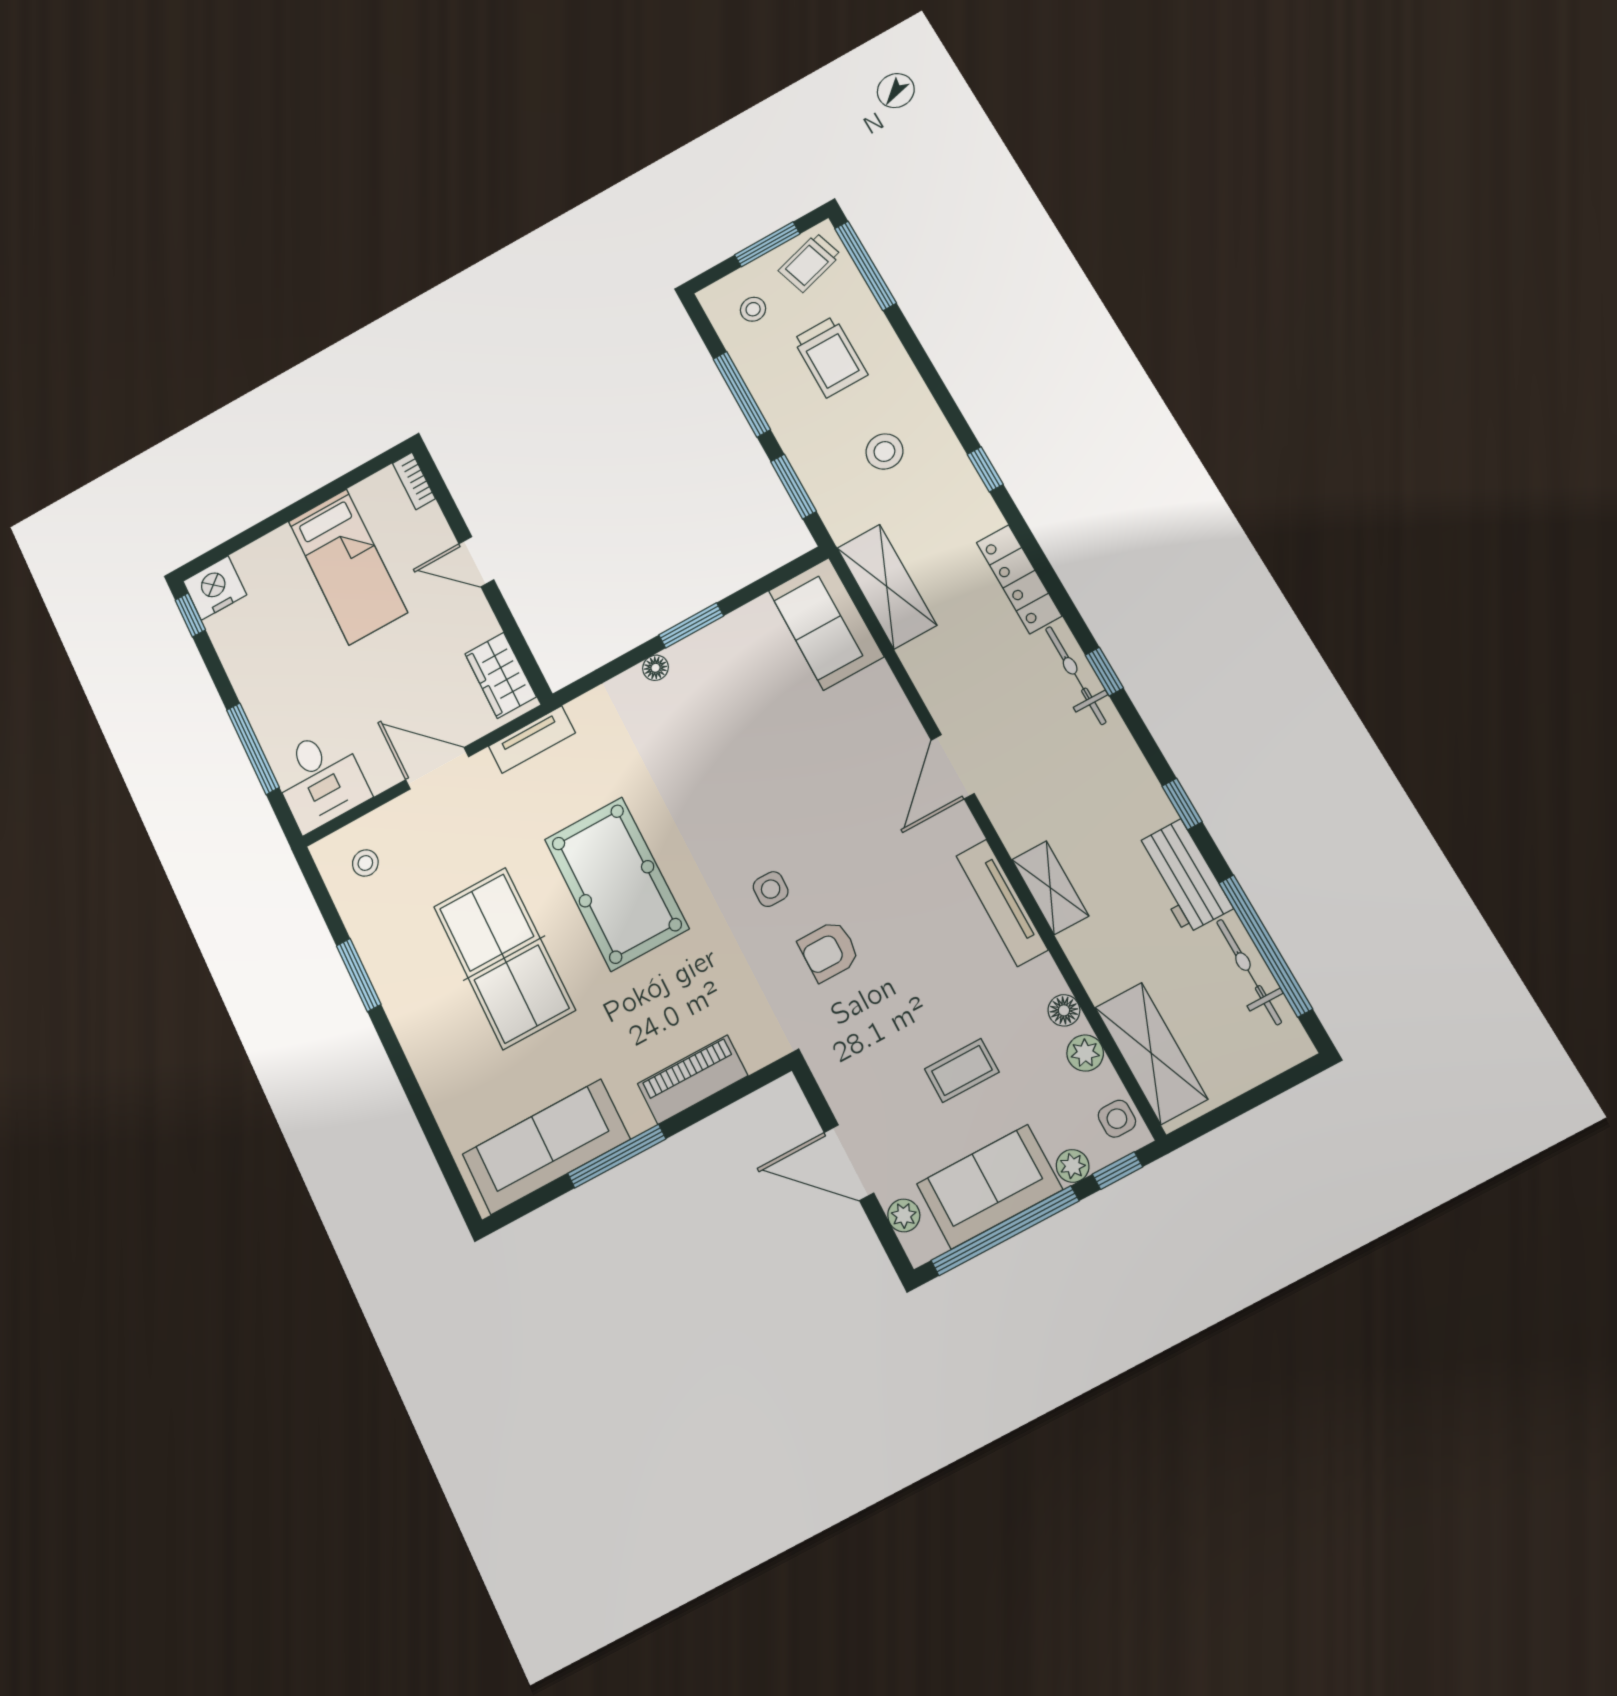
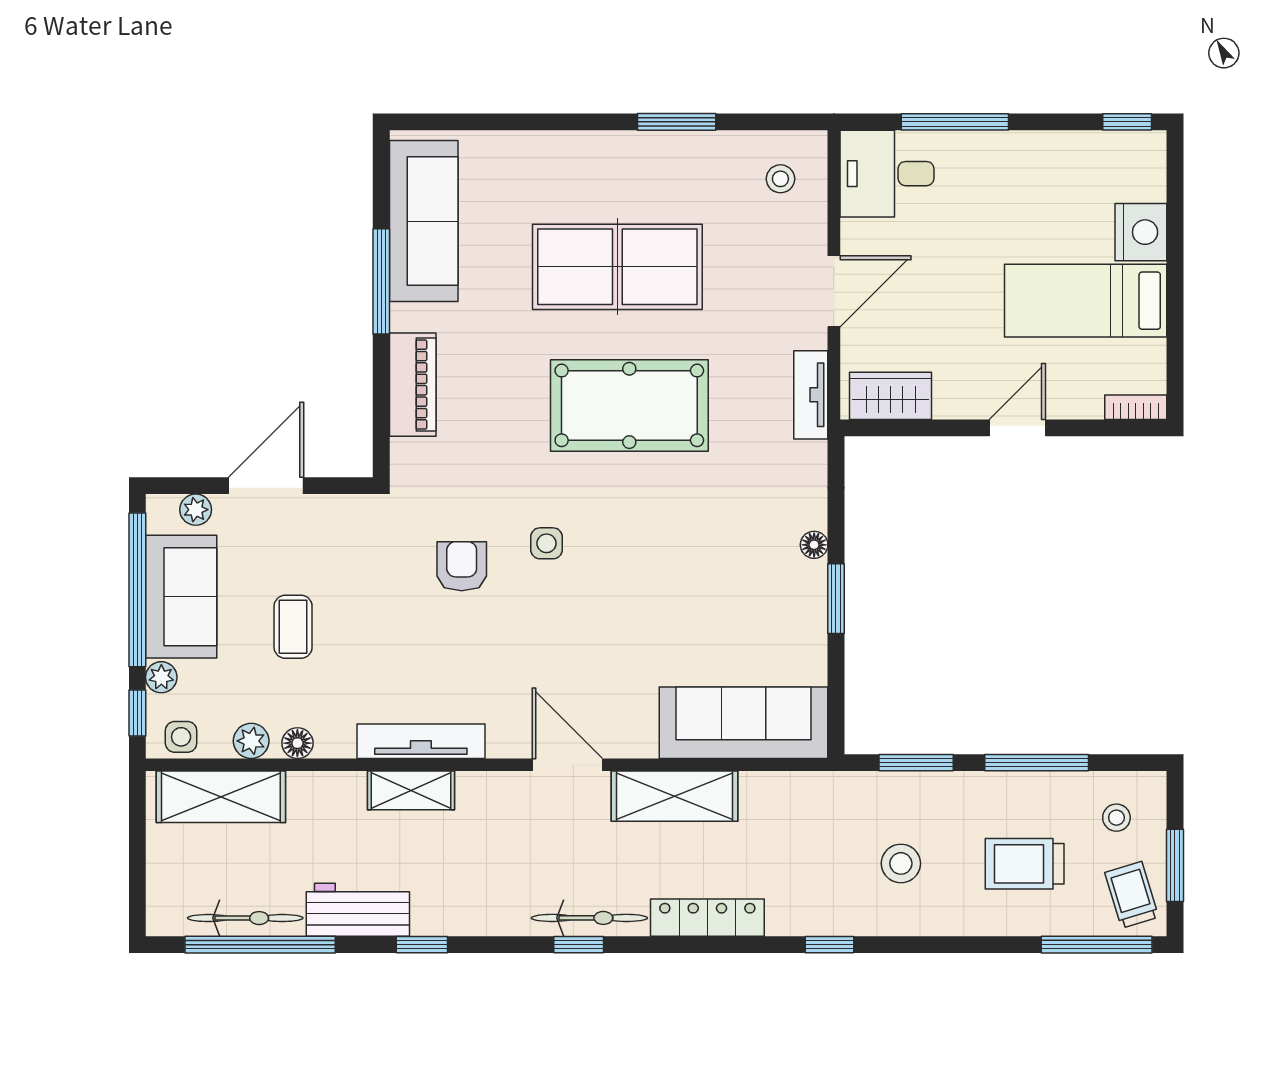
shelving: (887, 586) -> (674, 796), moved
nightstand: (215, 588) -> (1141, 232), moved
sofa: (826, 624) -> (744, 723), width x1.36

